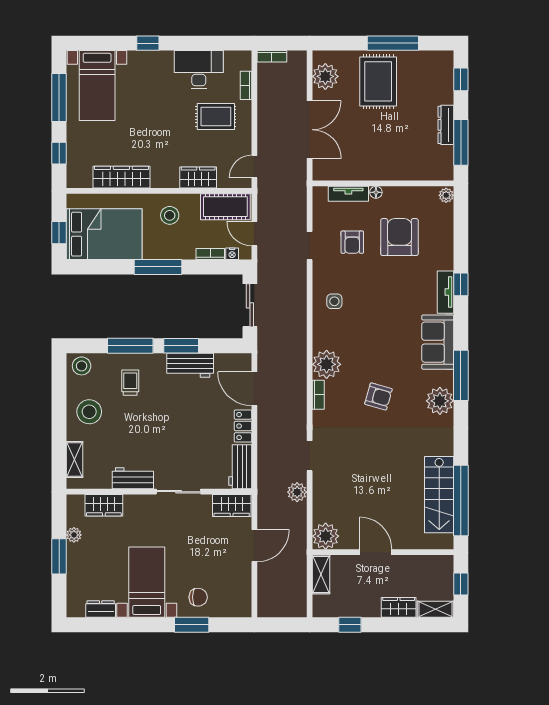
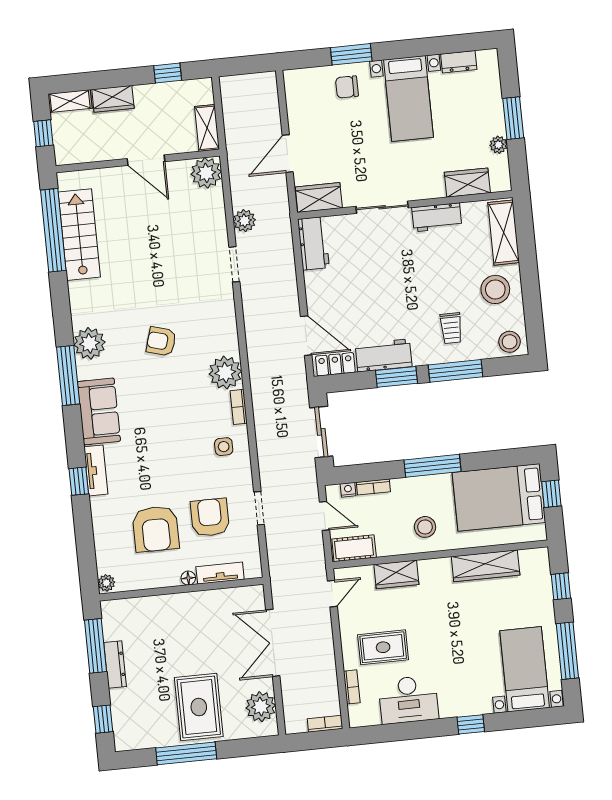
cot: (225, 207) -> (354, 548), width x0.73, depth x0.75
armchair: (352, 242) -> (210, 517), width x1.38, depth x1.38
bookcase: (318, 395) -> (239, 407), moved
locker: (243, 426) -> (335, 364), moved, turned -90
shelving: (75, 460) -> (504, 233), width x1.50, depth x1.33

